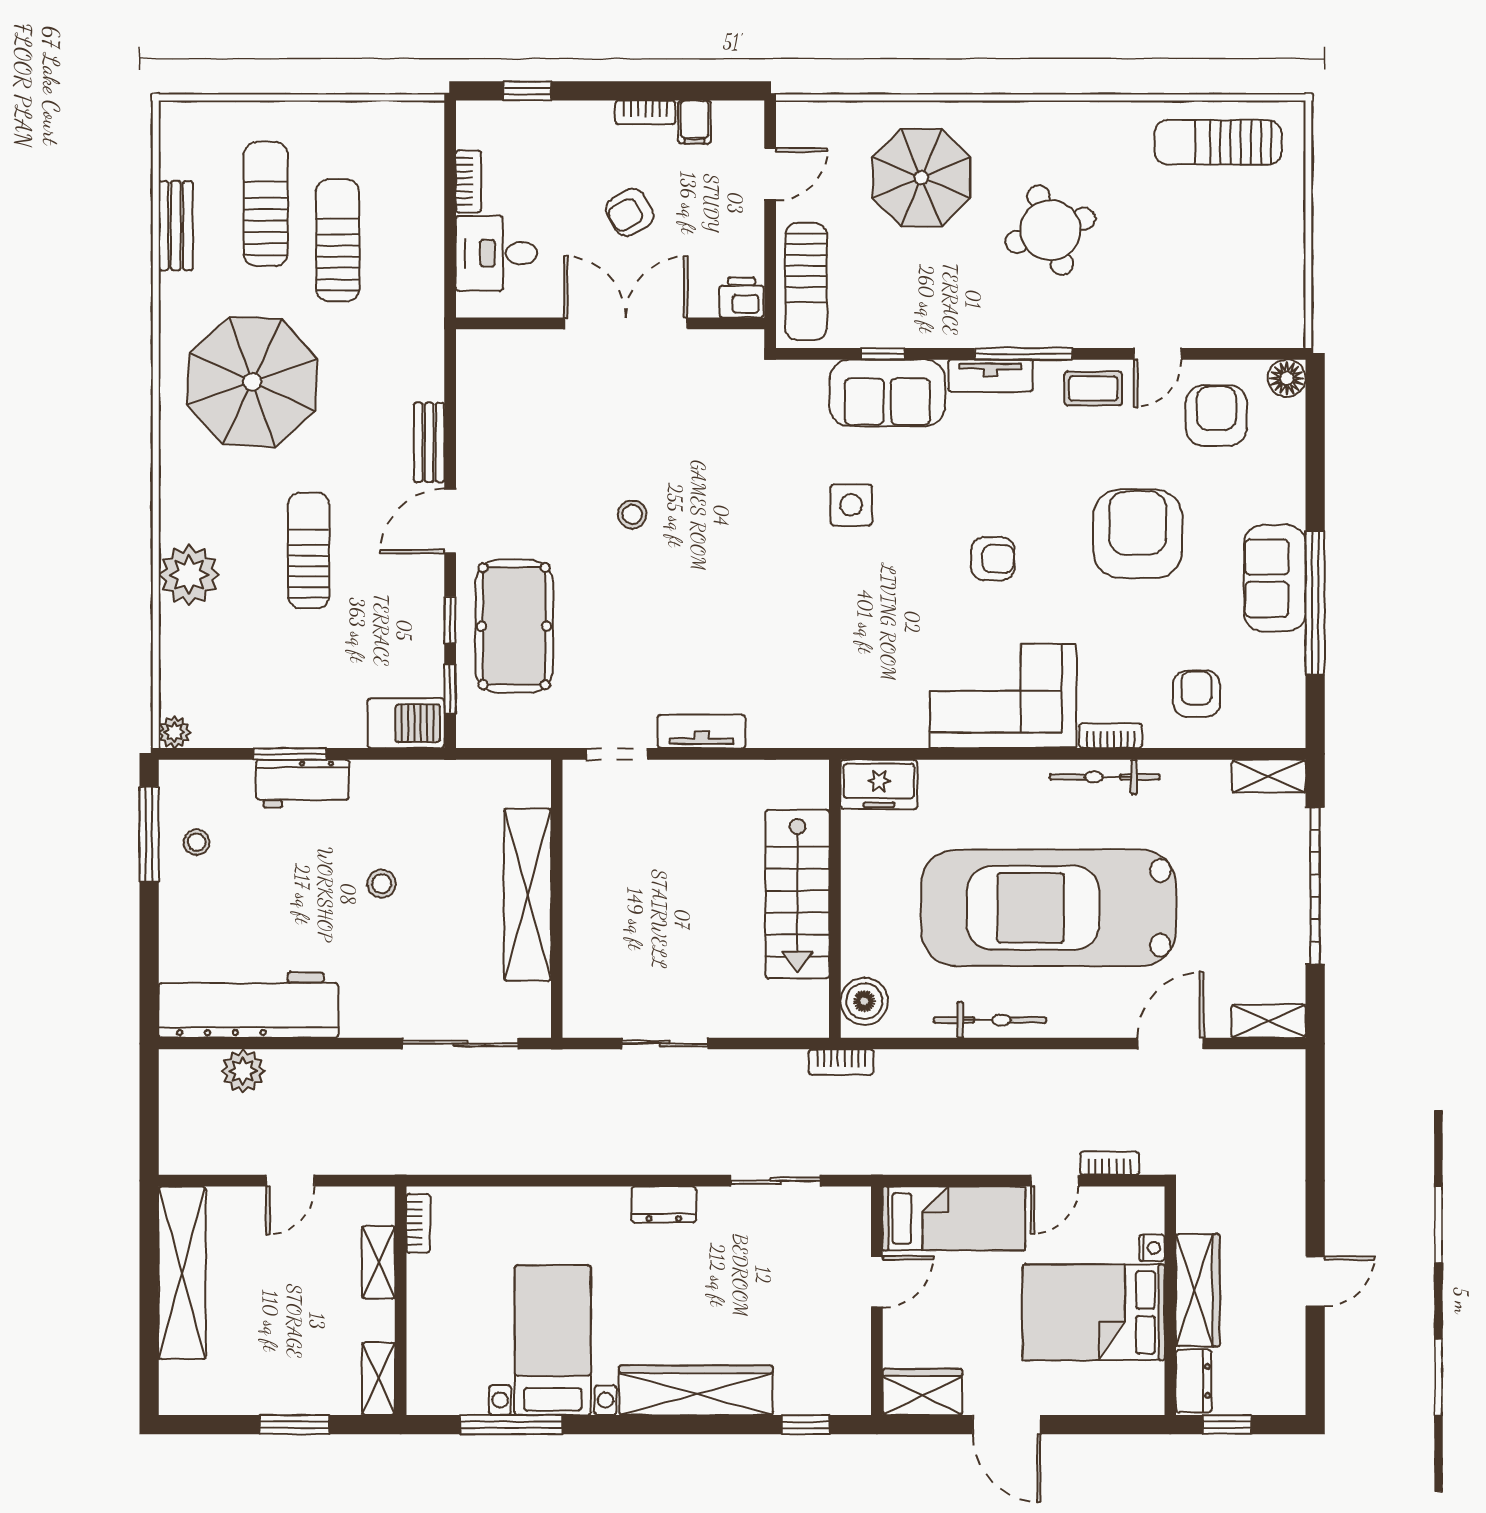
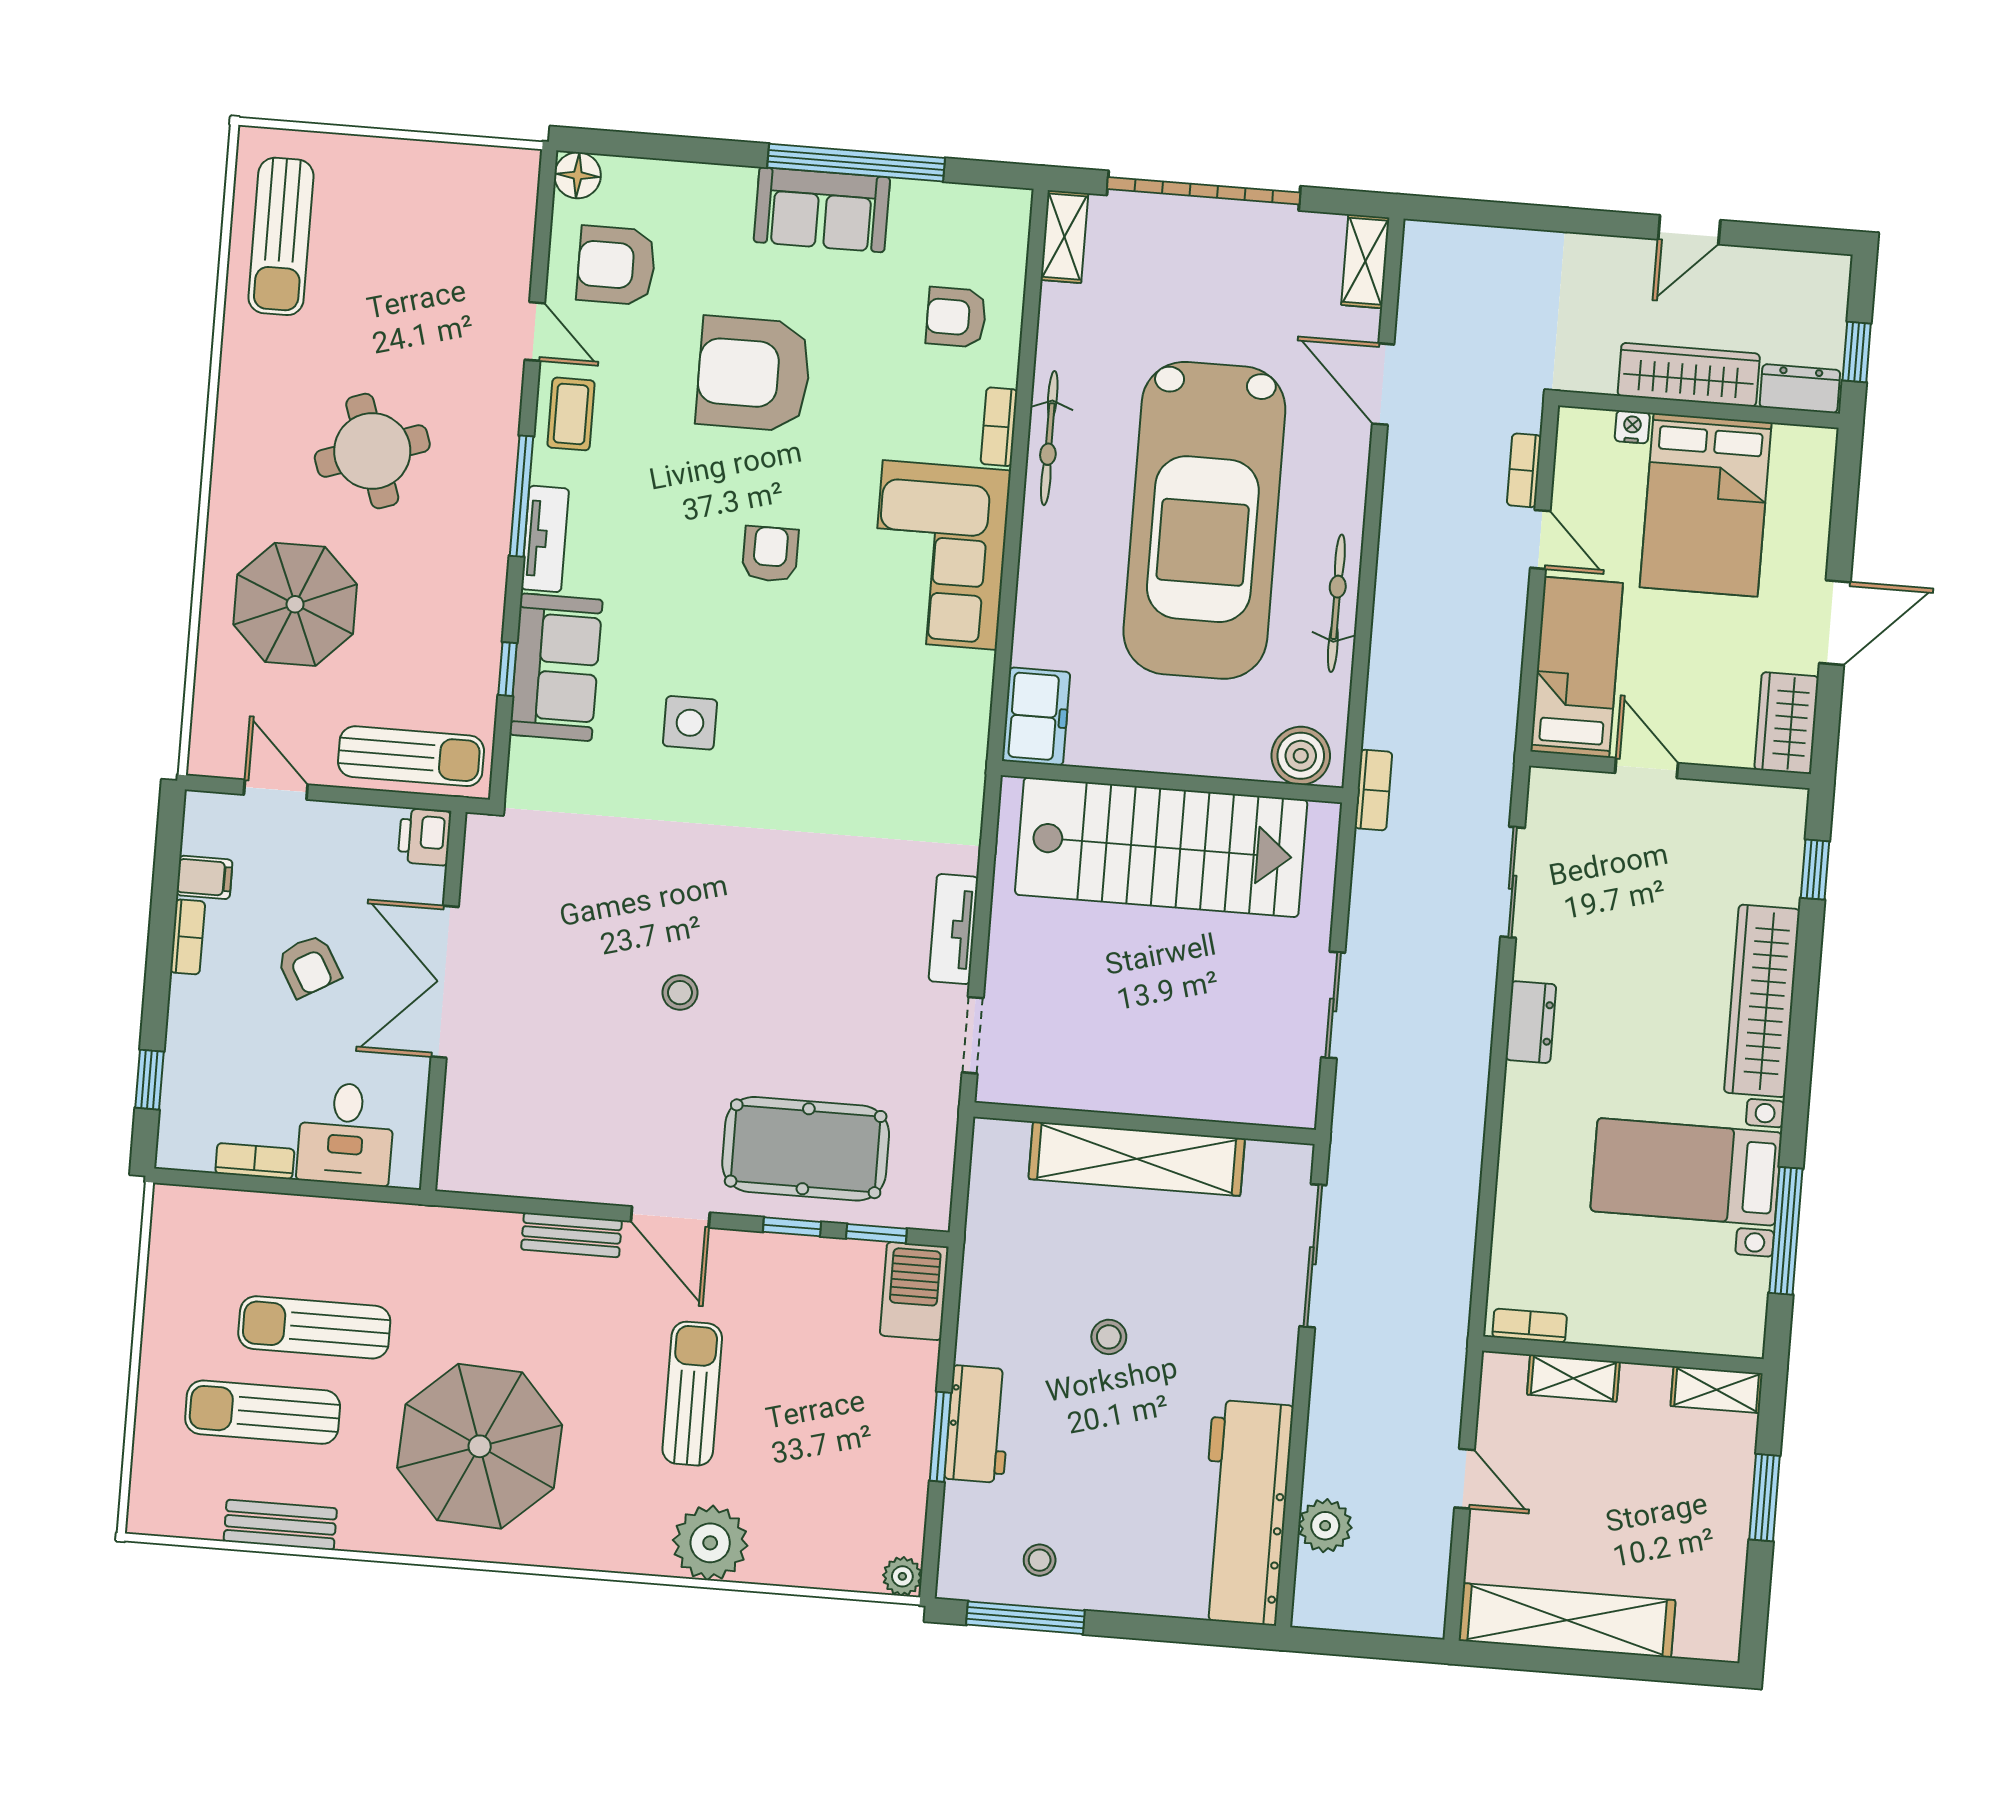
sun lounger: (309, 550) -> (692, 1394), turned 90
stairs: (797, 894) -> (1161, 847), width x1.36, depth x1.51
door: (1315, 1281) -> (1689, 230), swing flipped

